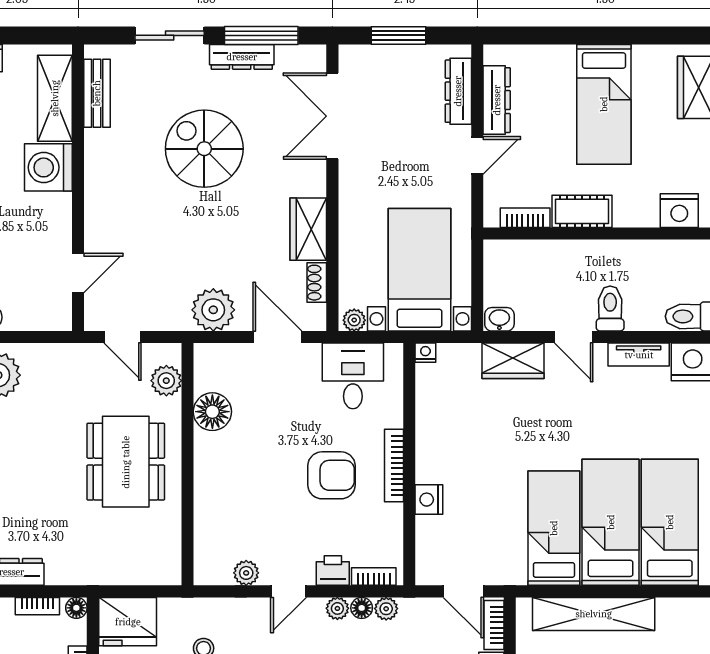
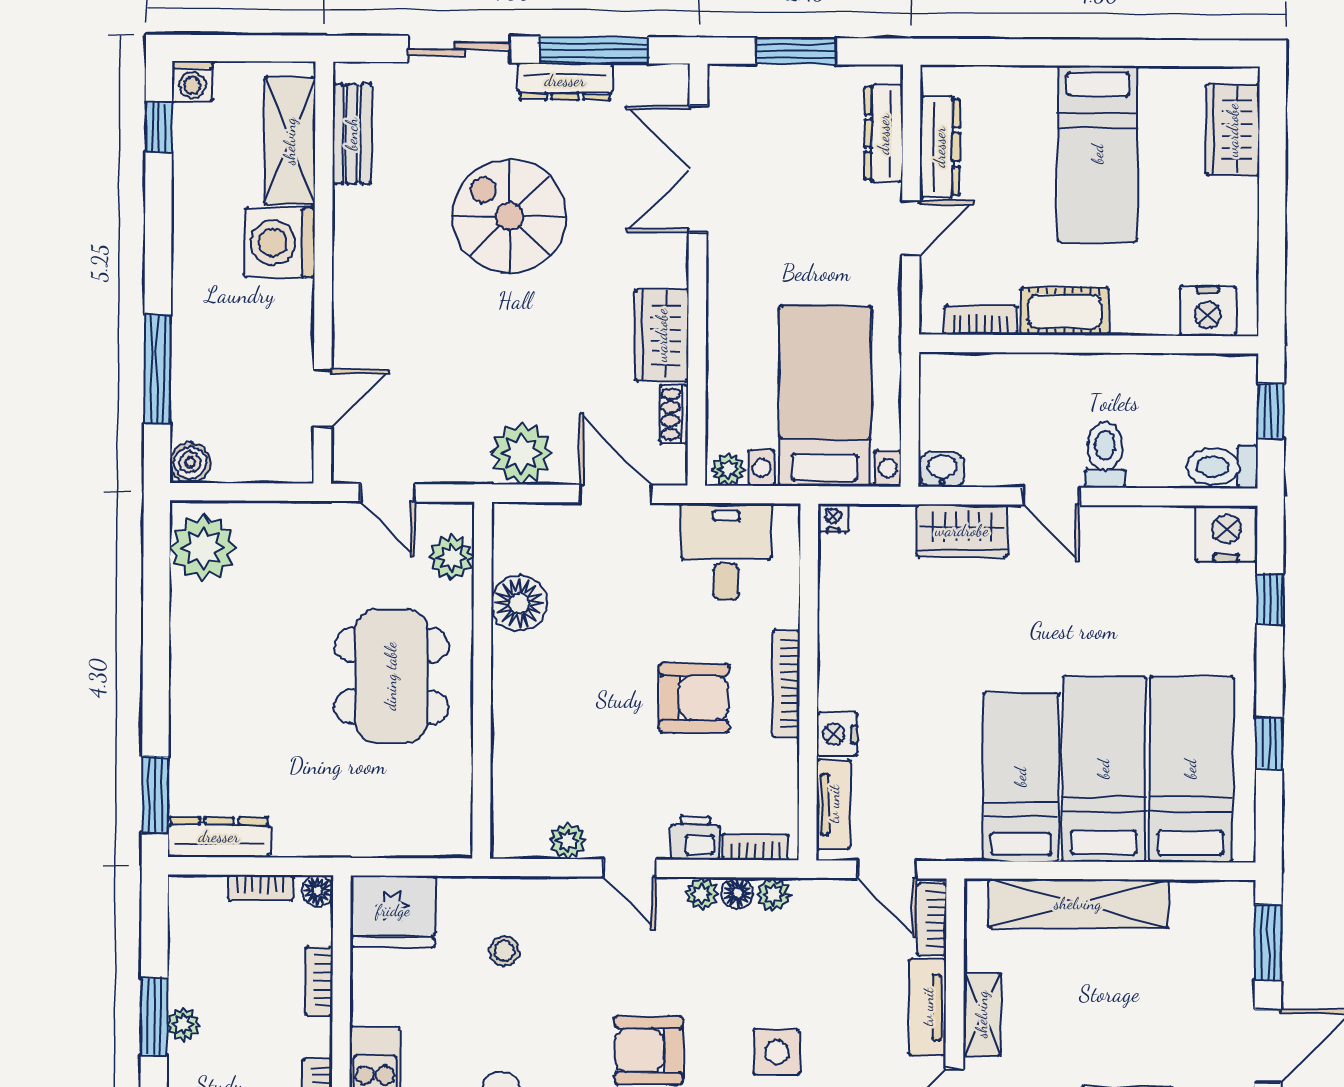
tv unit: (639, 355) -> (834, 804), moved, turned -90
door: (288, 591) -> (630, 868), hinge flipped

